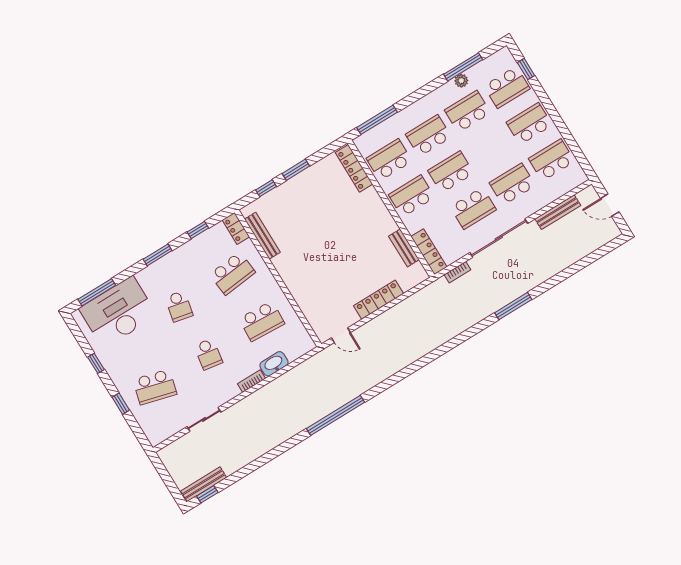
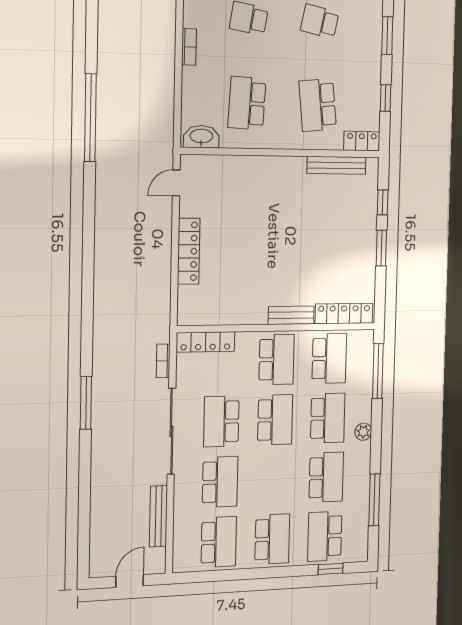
plant: (461, 81) -> (363, 432), moved
bench: (404, 248) -> (291, 315), moved
washbasin: (274, 364) -> (201, 137), moved, turned -90

